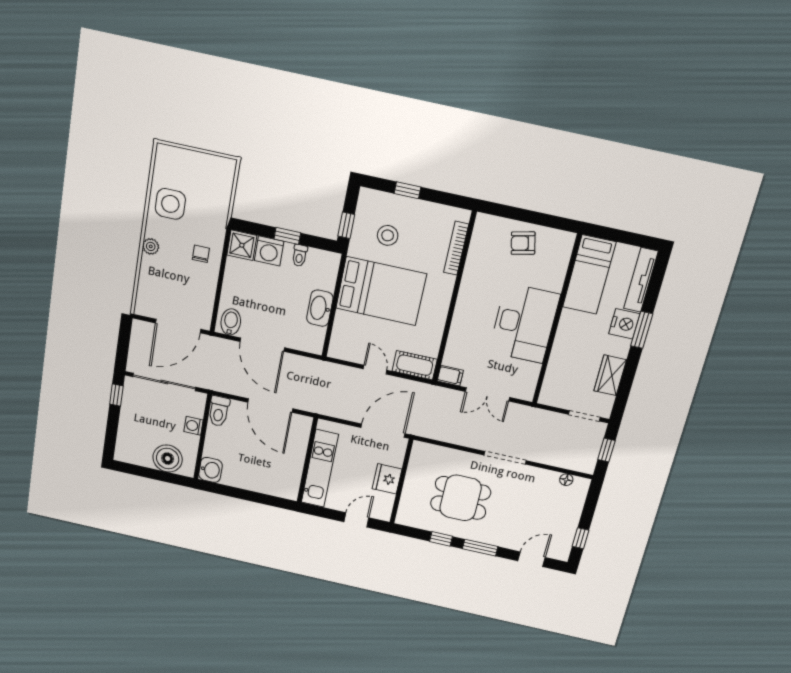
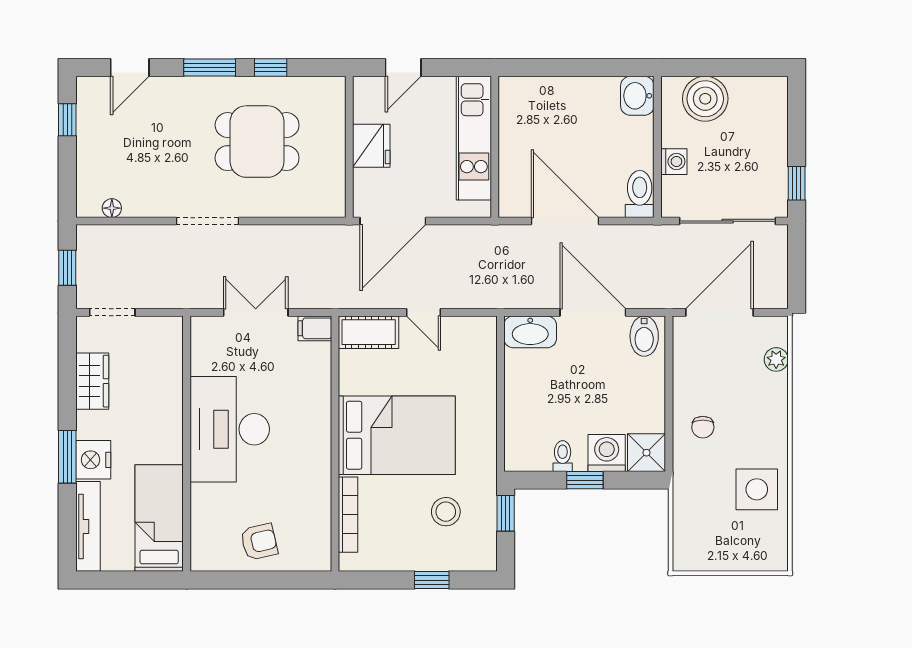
plant: (151, 246) -> (776, 359), moved
bed: (381, 291) -> (397, 435), moved, turned 180
washbasin: (320, 308) -> (530, 332), moved, turned 90

